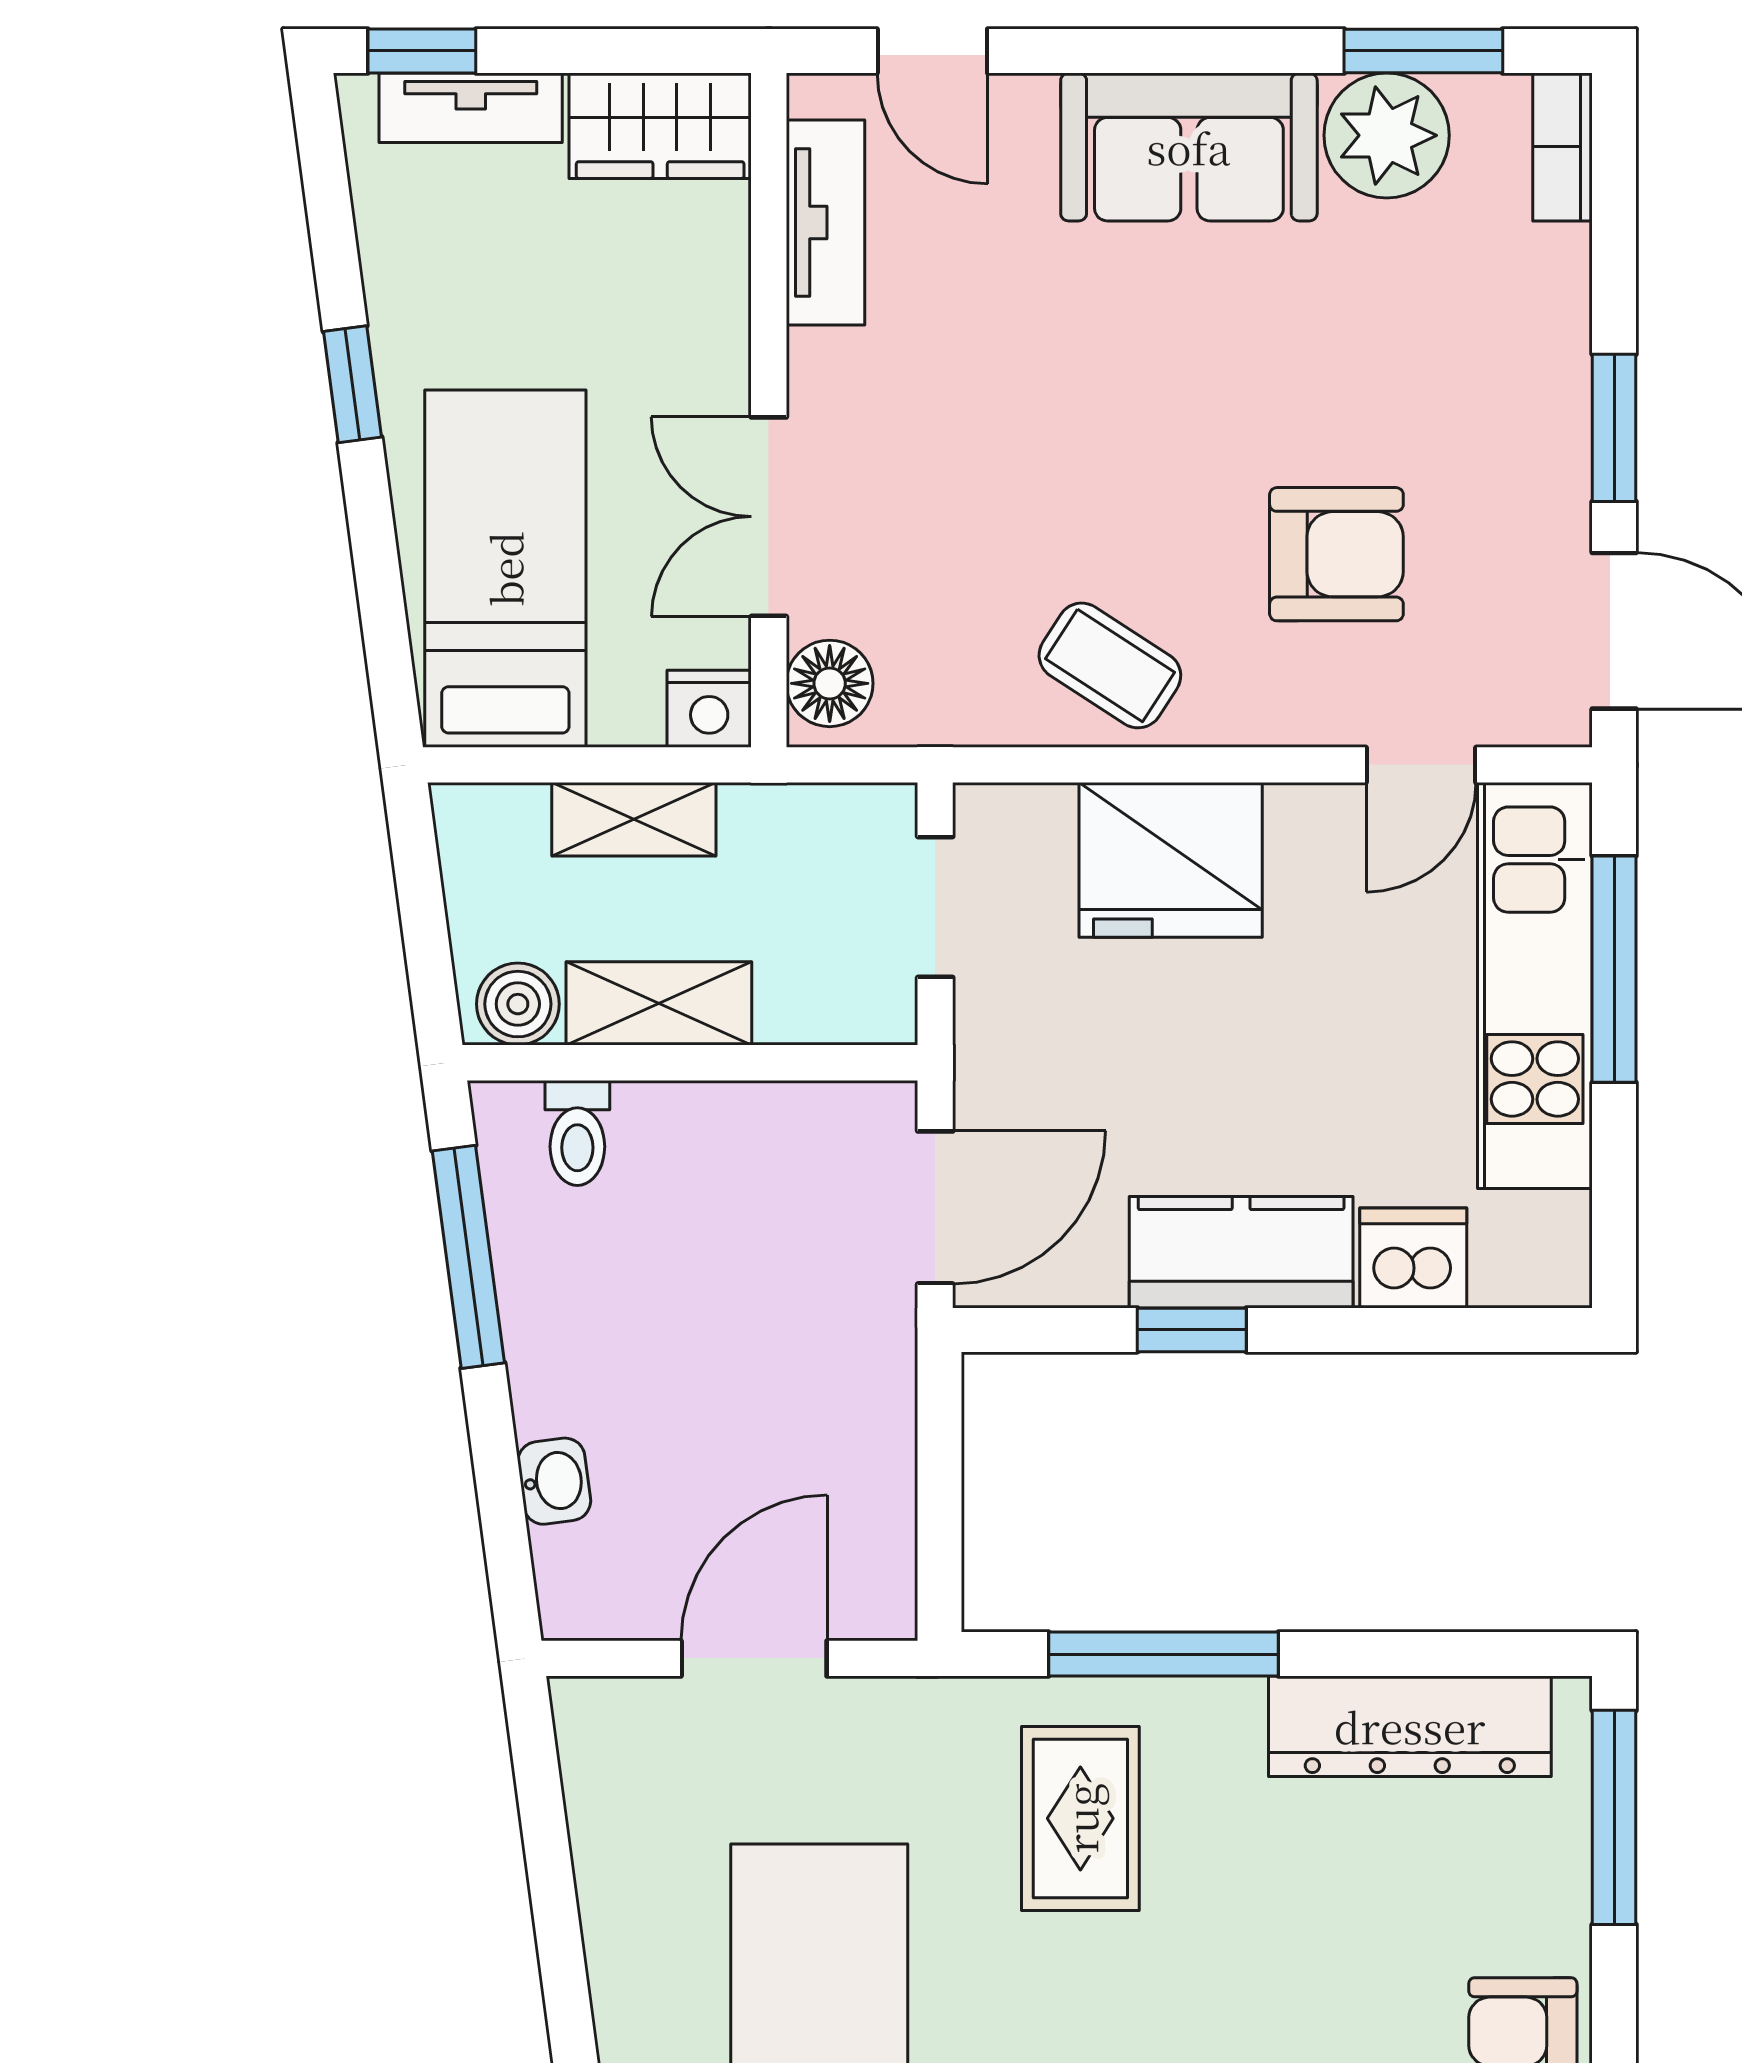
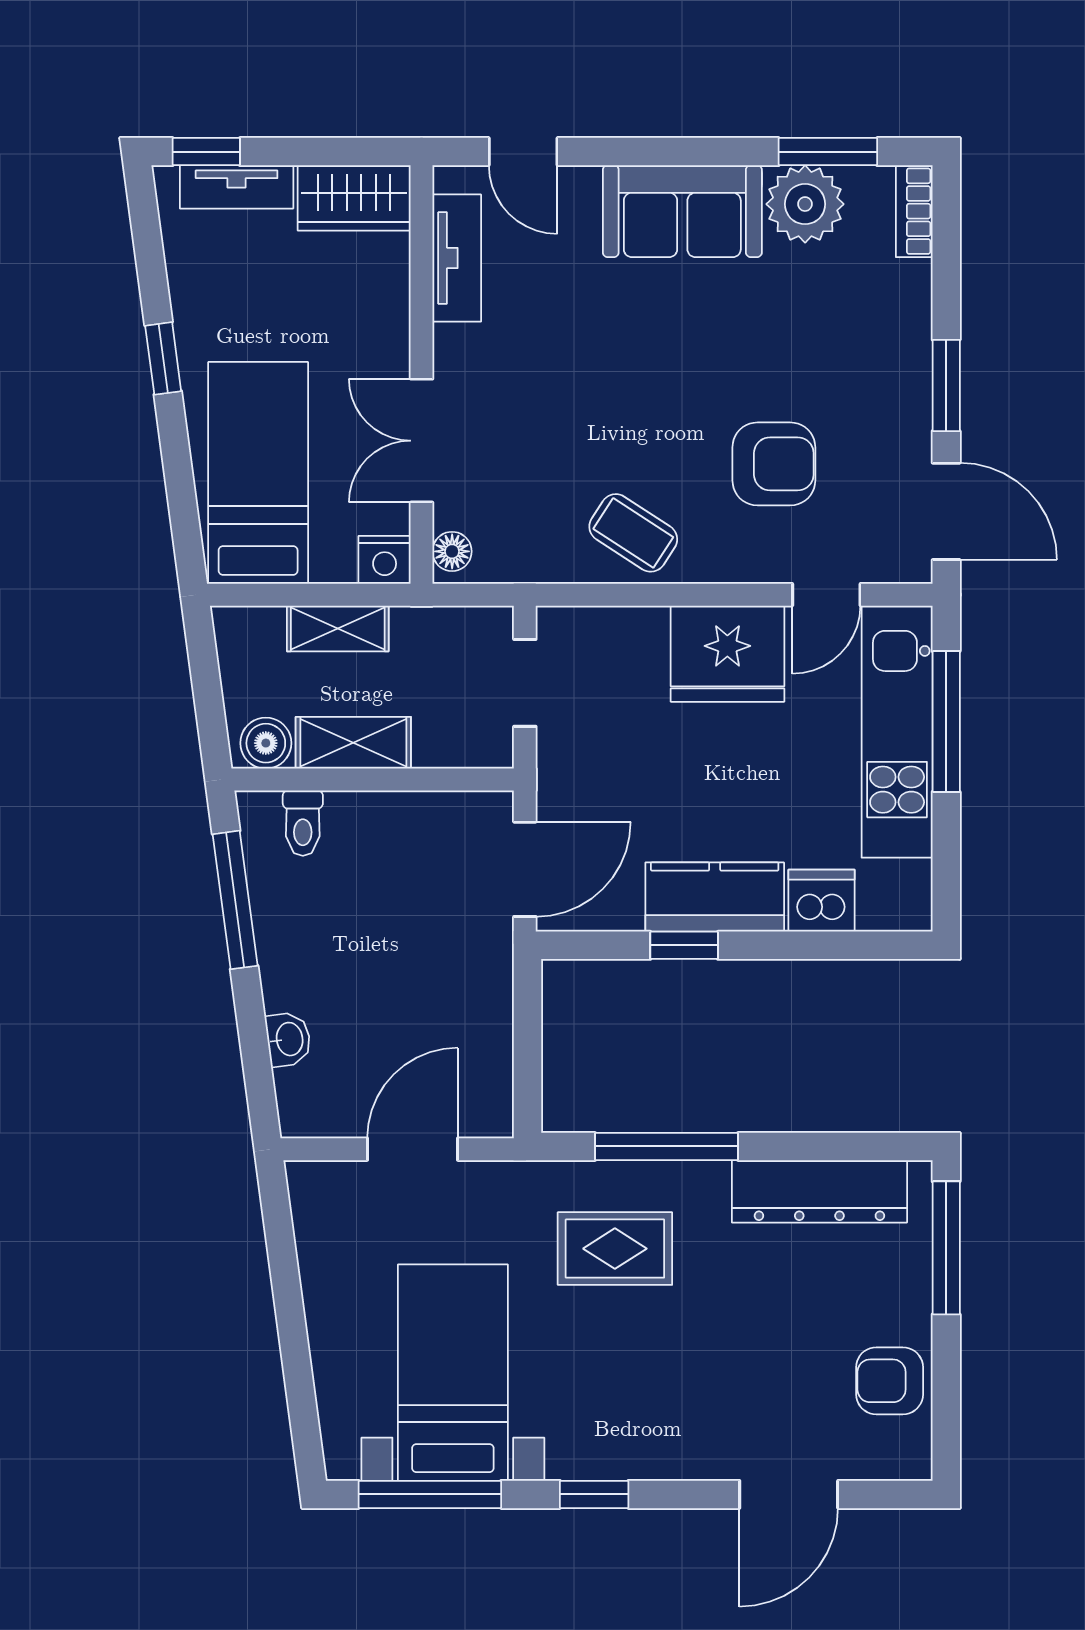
floor lamp: (830, 683) -> (452, 551), width x0.73, depth x0.73
fridge: (1171, 860) -> (727, 654), moved
rug: (1080, 1818) -> (615, 1249), turned 90

